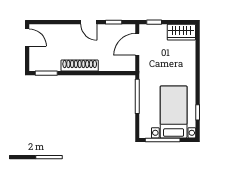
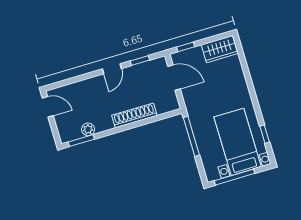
door: (89, 22) -> (112, 69), hinge flipped
door: (137, 44) -> (174, 78), swing flipped
shoe rack: (80, 65) -> (134, 115), moved
plant: (55, 66) -> (88, 129), added

